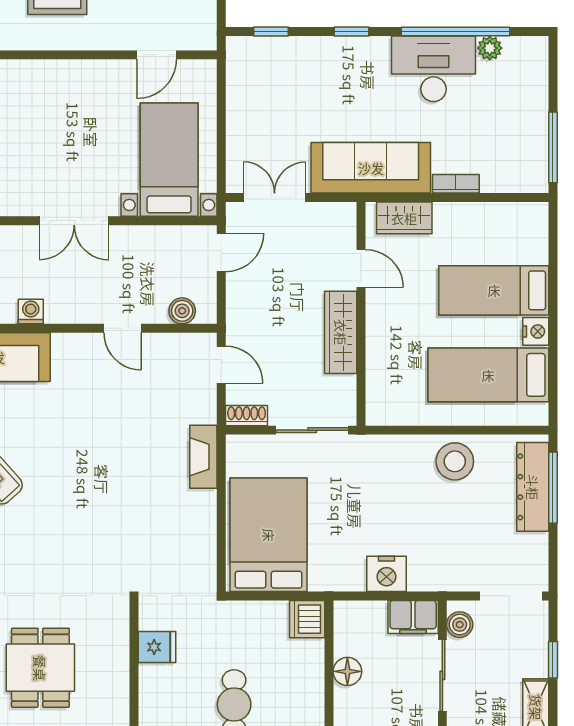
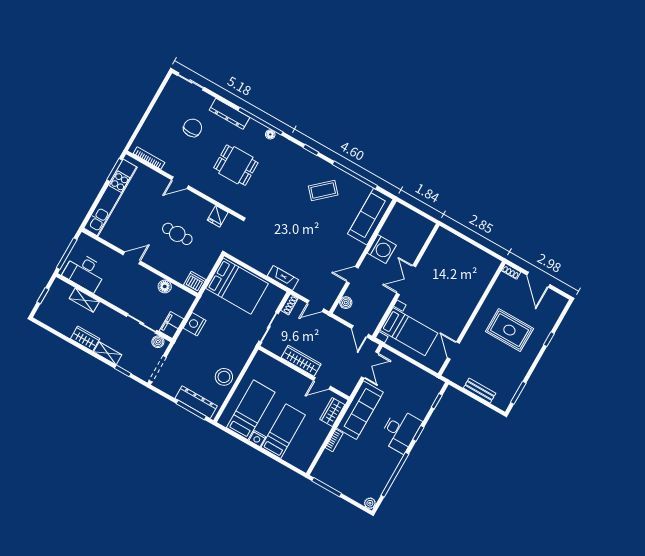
plant: (490, 48) -> (370, 503), moved
desk: (433, 69) -> (400, 431), moved
washing machine: (31, 312) -> (382, 249), width x1.89, depth x1.89

